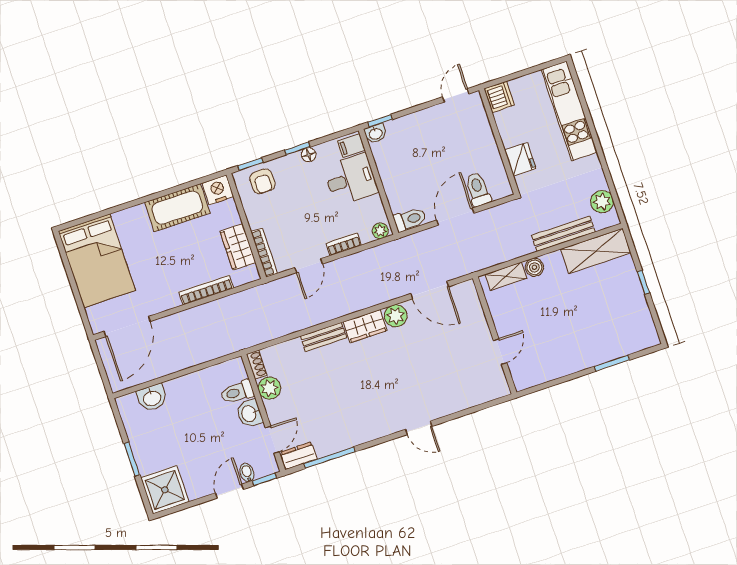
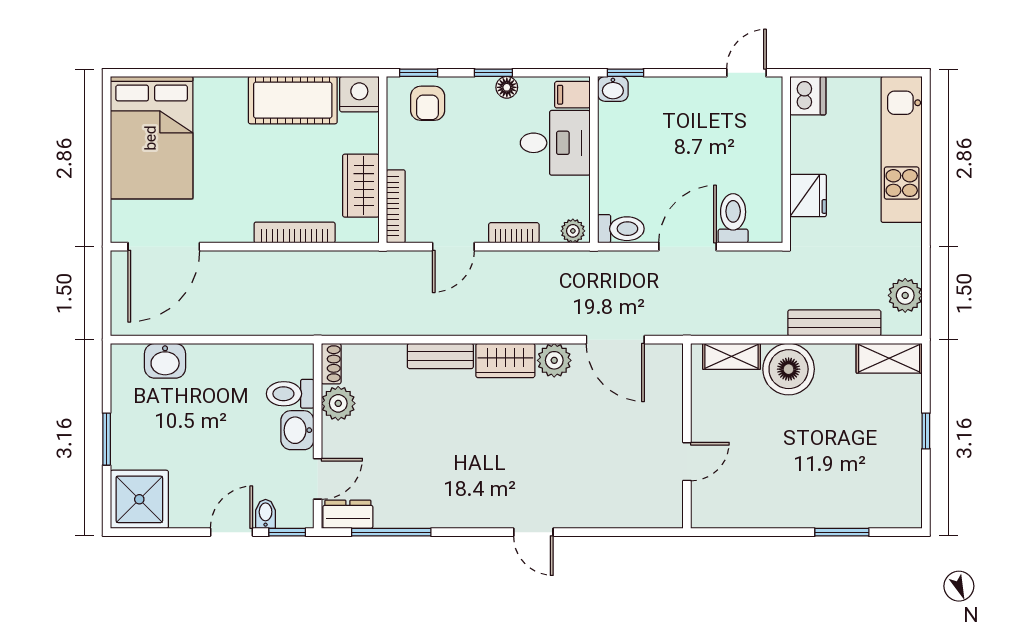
shelving: (596, 251) -> (889, 358), width x0.67, depth x0.75
boiler: (534, 267) -> (789, 369), width x1.86, depth x1.86

